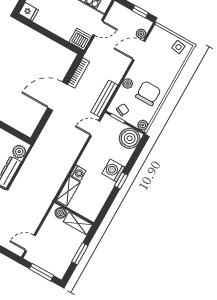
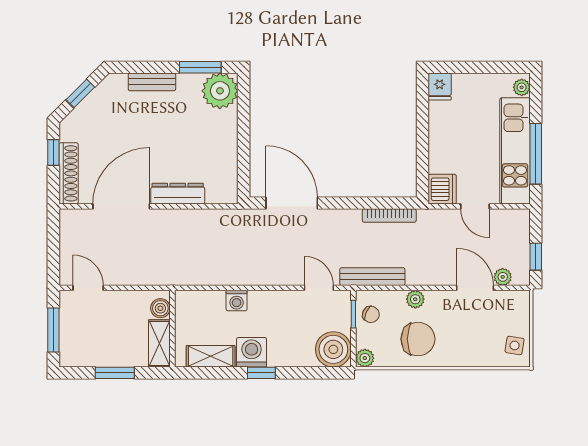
door: (57, 96) -> (292, 203), moved
plant: (19, 152) -> (218, 192), removed
washing machine: (113, 170) -> (252, 352), moved
shelving: (68, 191) -> (211, 356), moved

